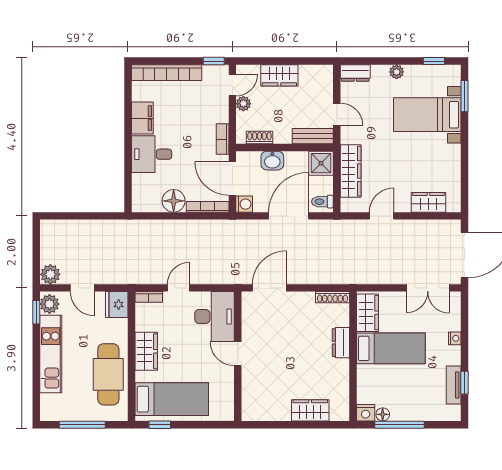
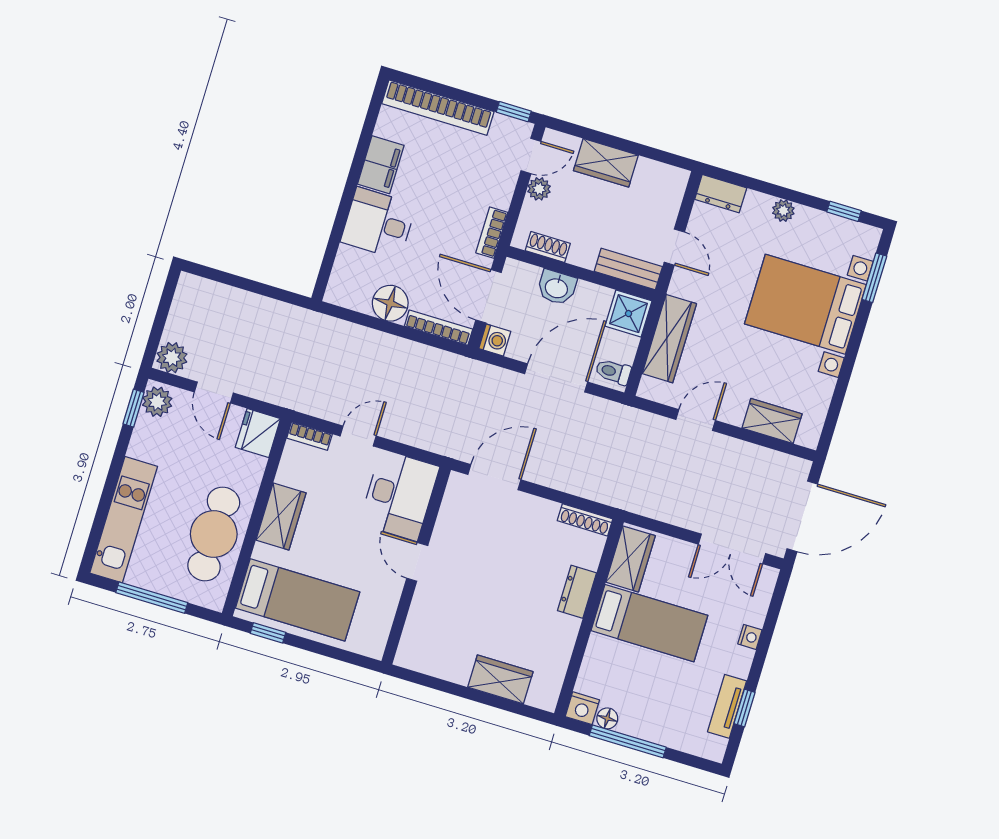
bed with nightstands: (427, 115) -> (805, 304), width x1.36
kitchen unit: (51, 354) -> (124, 520), moved

